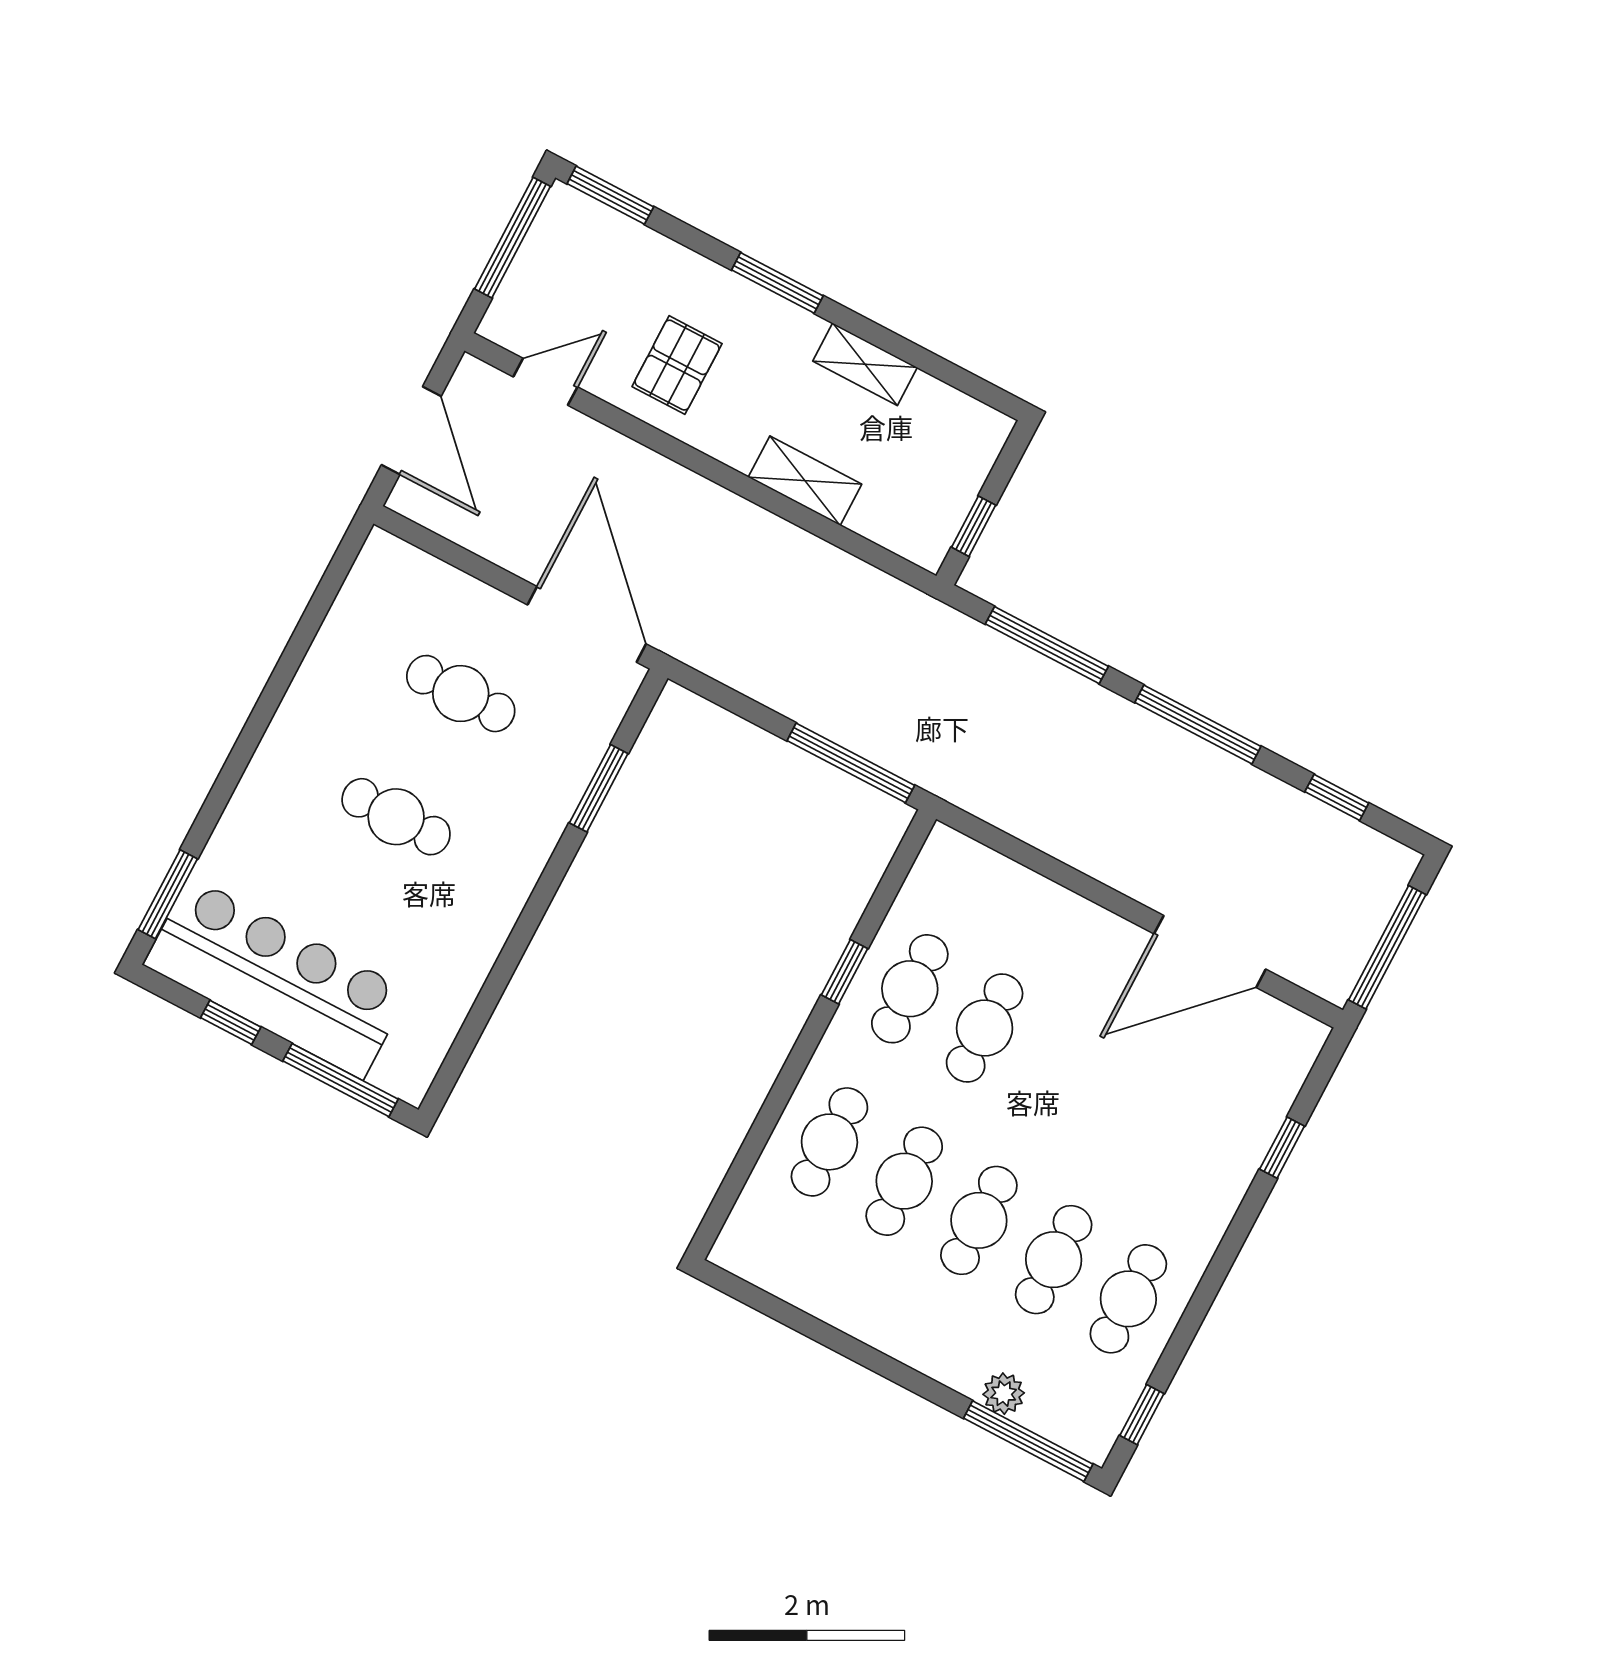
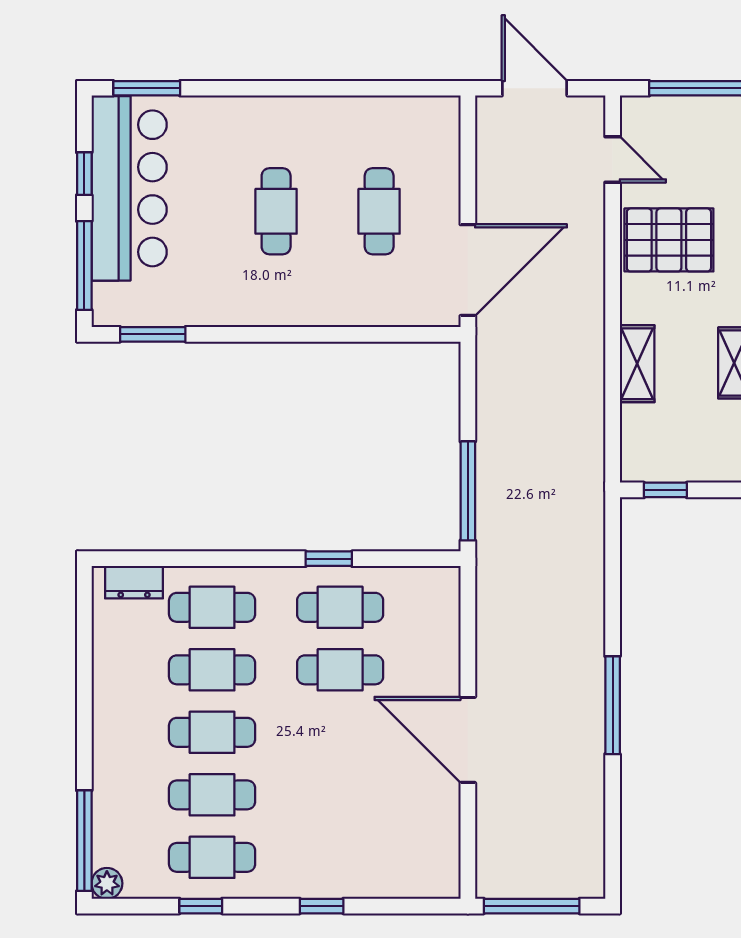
pallet: (677, 365) -> (669, 240), width x1.50, depth x1.42
door: (411, 430) -> (535, 88), swing flipped
window: (1047, 645) -> (613, 579), removed
window: (599, 788) -> (153, 334), moved
window: (1337, 797) -> (613, 821), removed
door: (1210, 952) -> (468, 740), moved
window: (1282, 1148) -> (322, 906), moved
dresser: (750, 1219) -> (134, 582), added
plant: (1004, 1394) -> (107, 883), moved
window: (1142, 1415) -> (201, 906), moved

